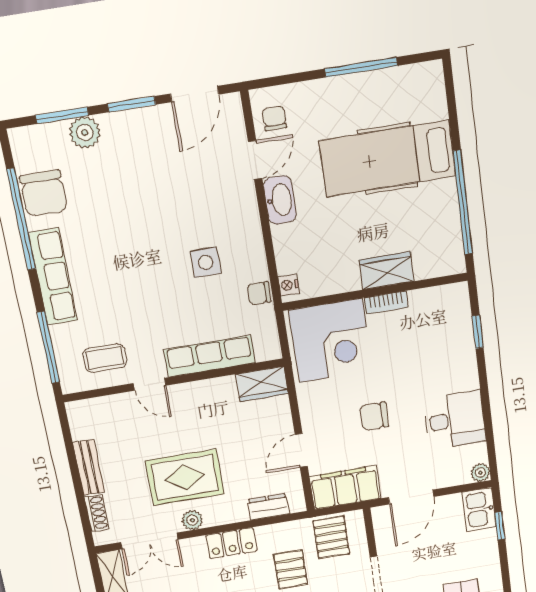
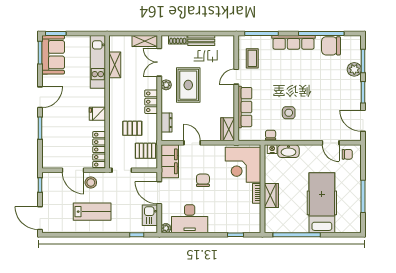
washbasin: (280, 200) -> (288, 151), moved
desk: (455, 420) -> (190, 219), width x1.37
kitchen sink: (479, 509) -> (150, 215), moved, turned -90

